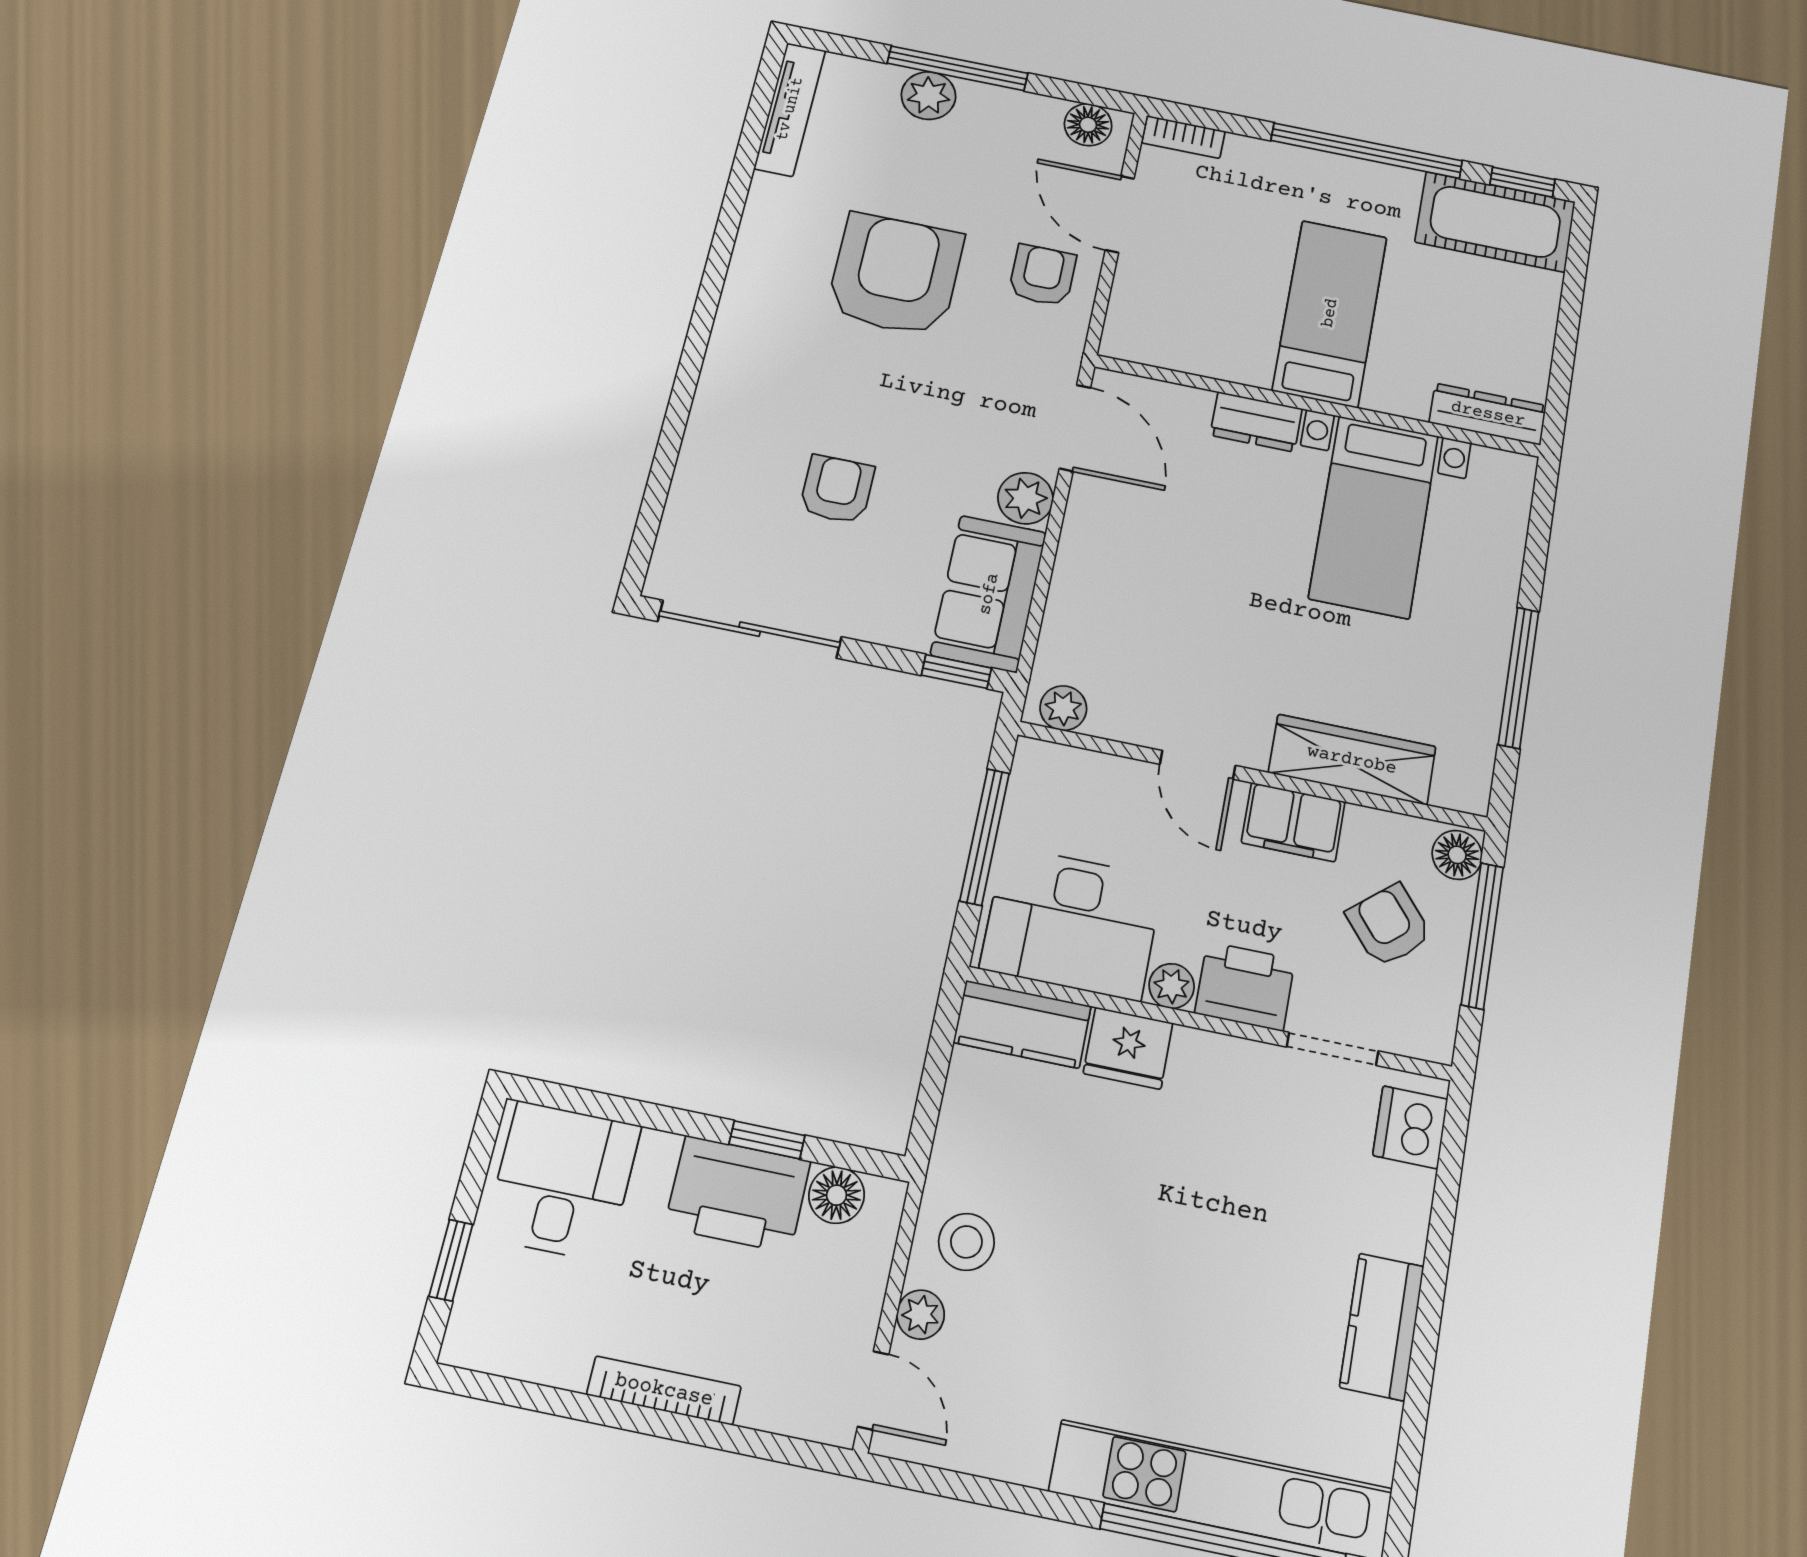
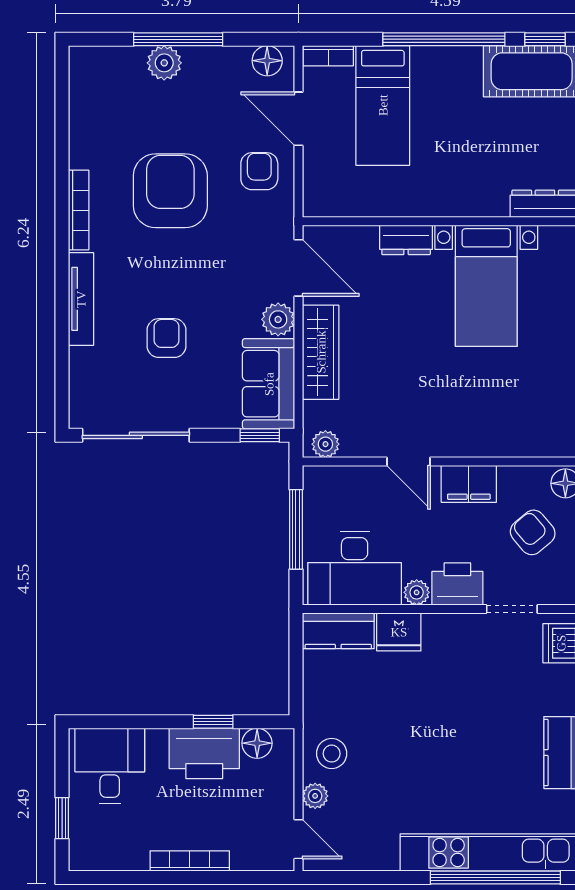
tv unit: (790, 109) -> (81, 299), moved
bookcase: (743, 273) -> (79, 210), added
bed: (1330, 313) -> (383, 105), moved, turned 180
wardrobe: (1352, 760) -> (321, 352), moved, turned 90

